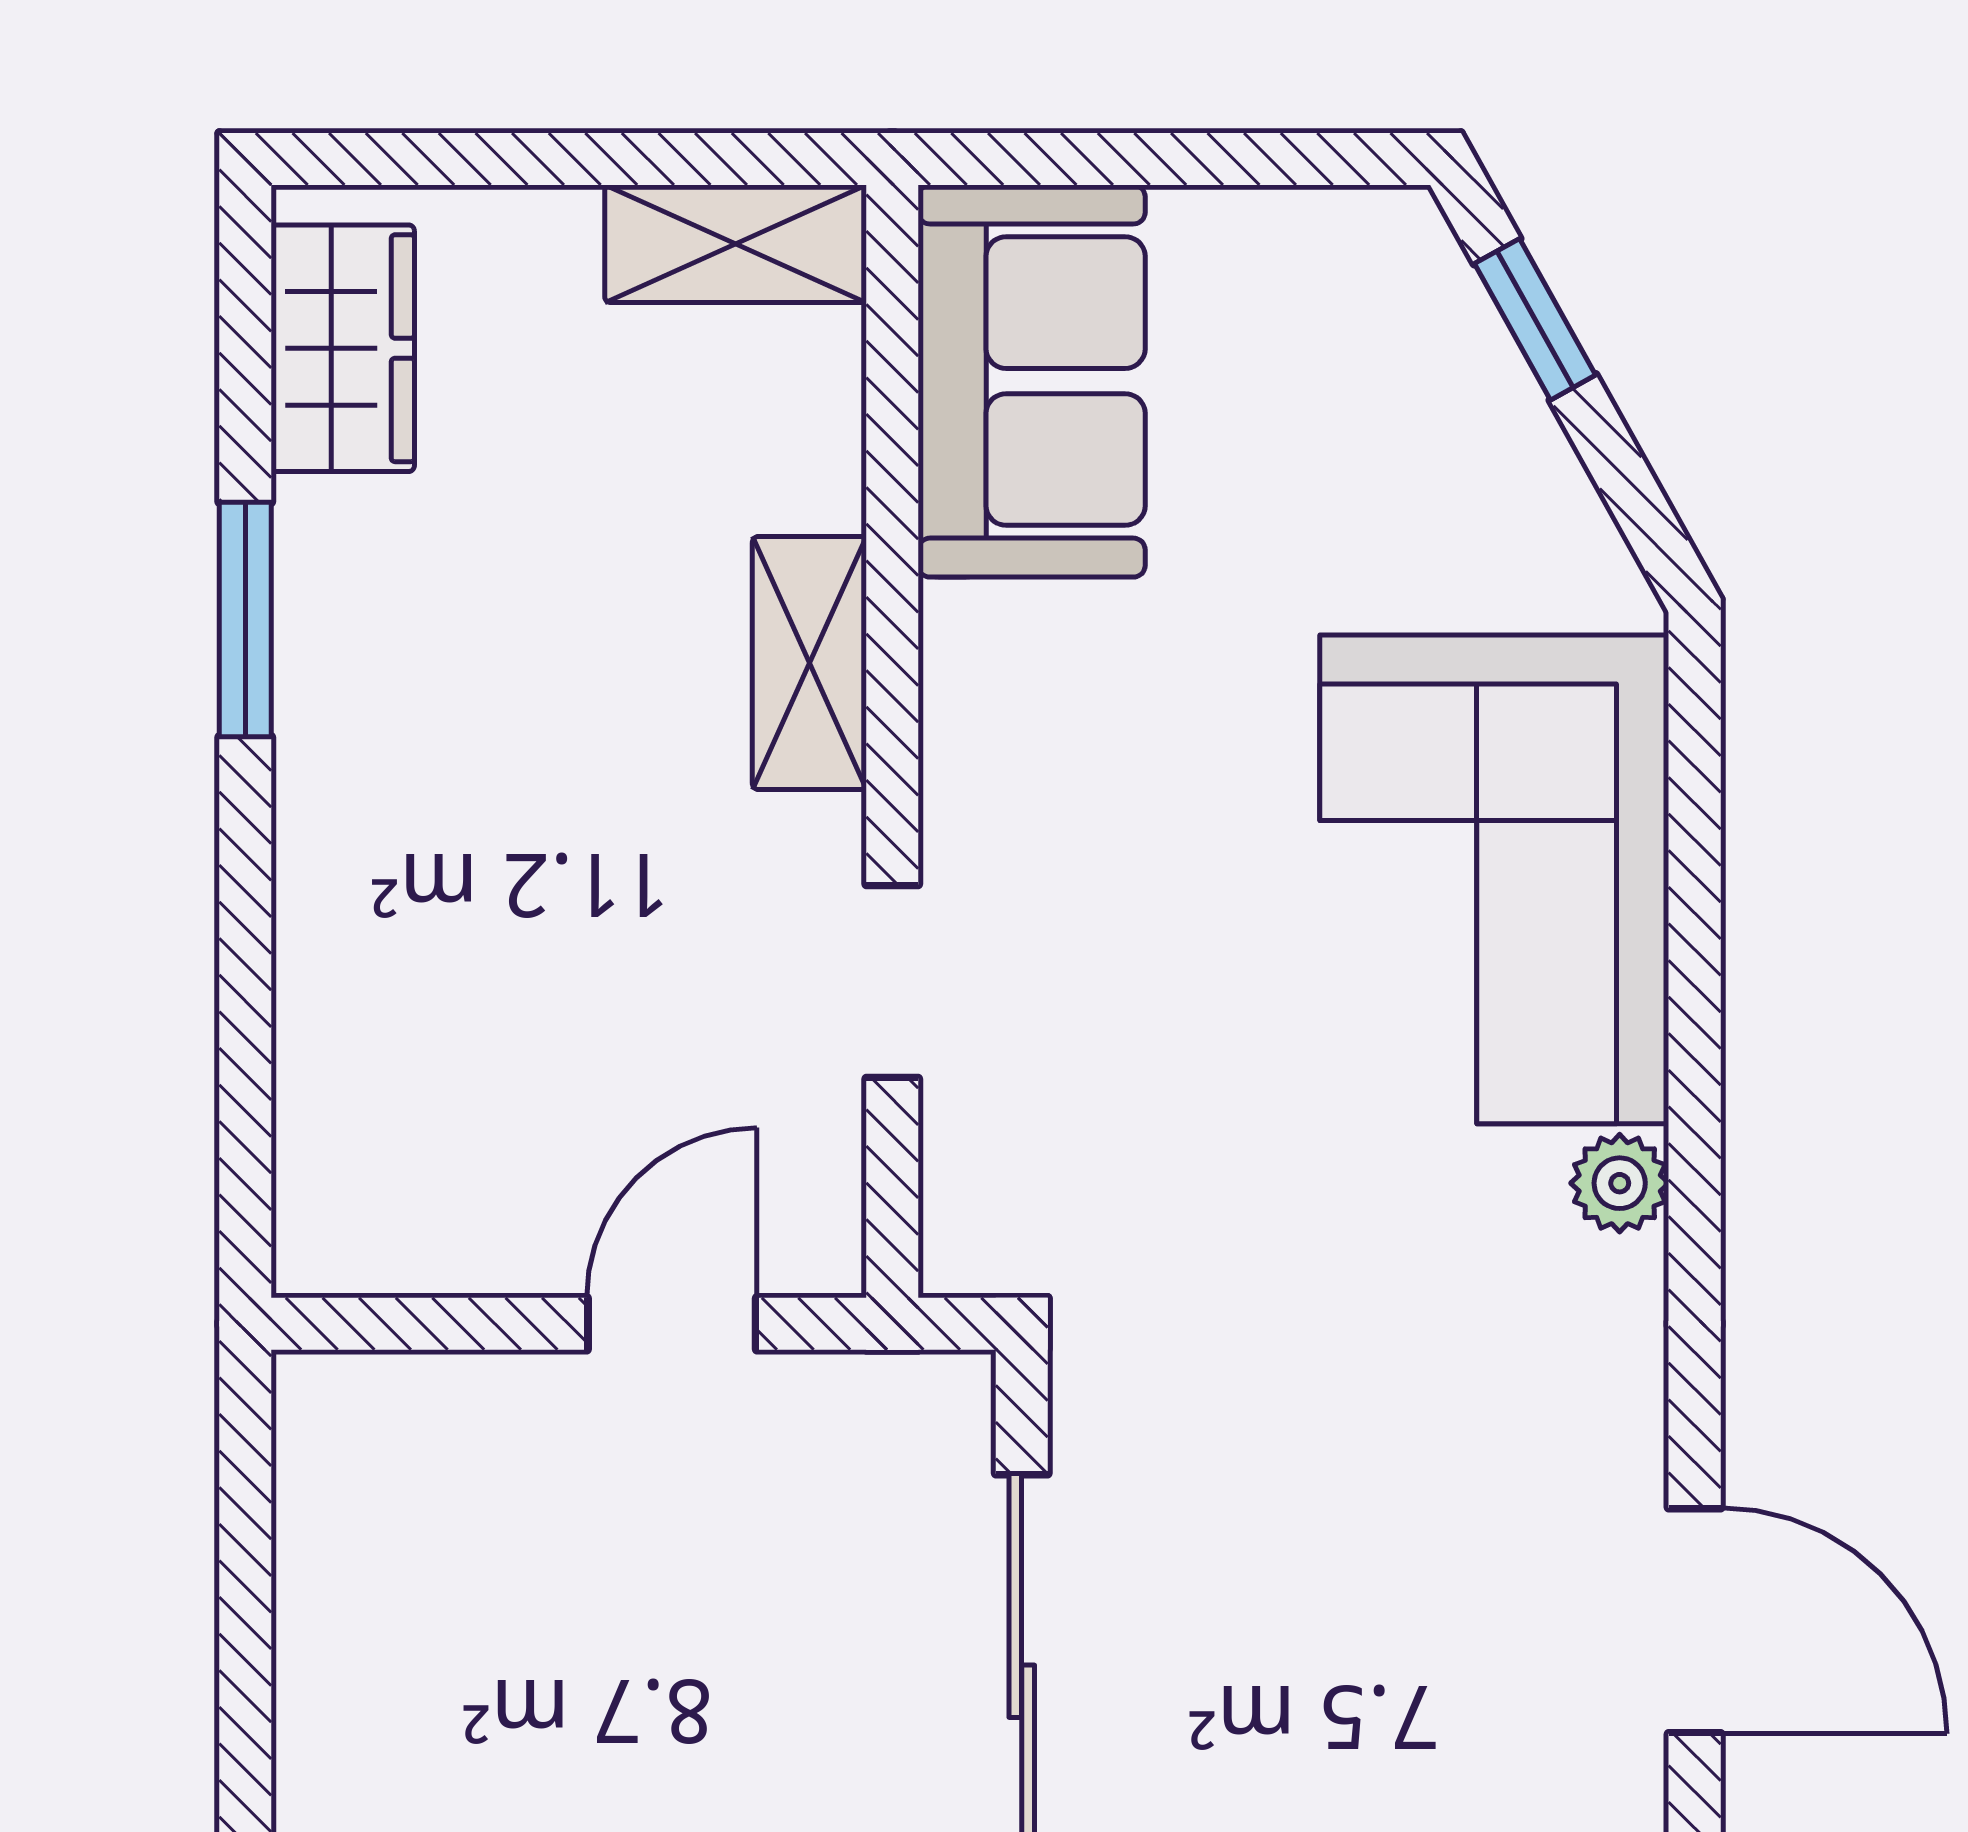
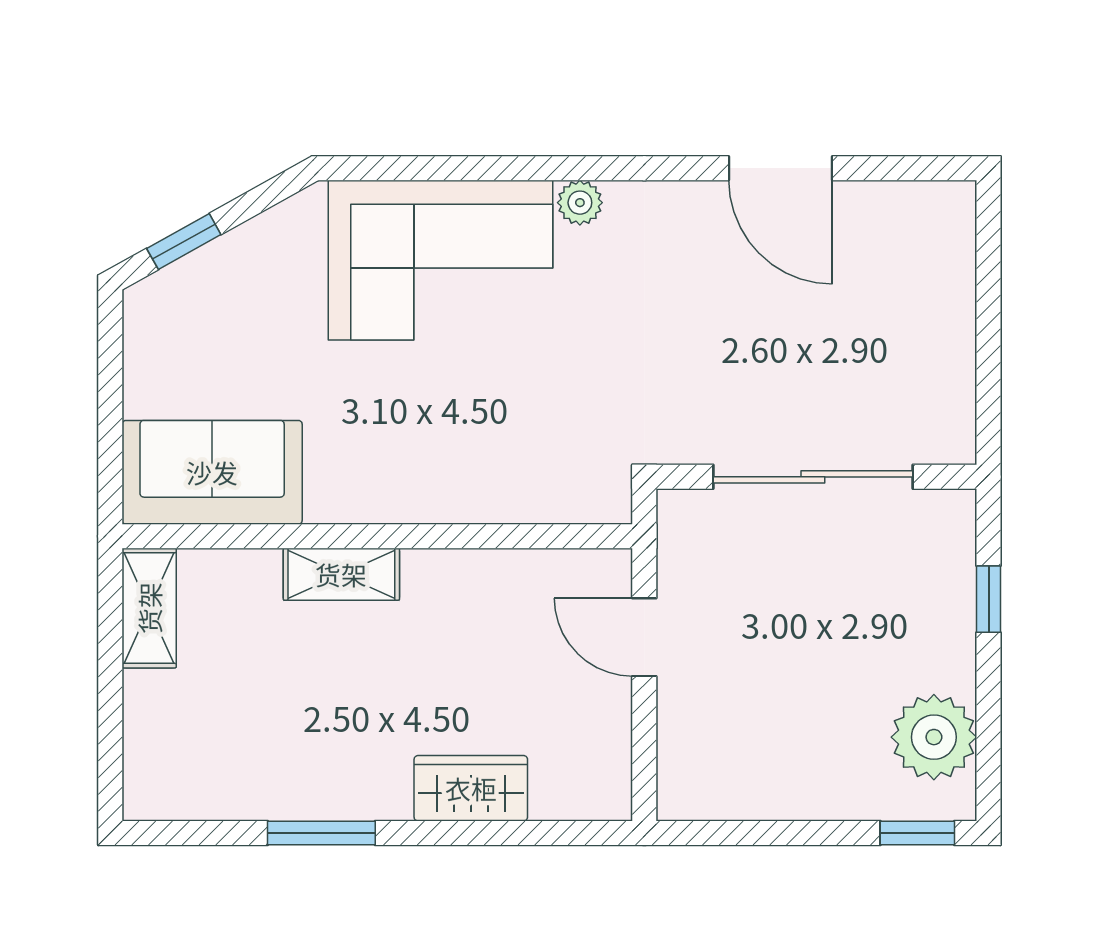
wardrobe: (343, 348) -> (471, 788), moved
doorway: (892, 981) -> (487, 536), removed
door: (1695, 1621) -> (781, 168), swing flipped

